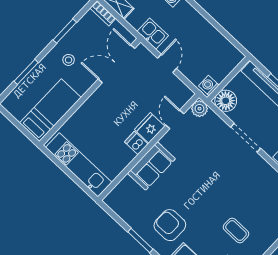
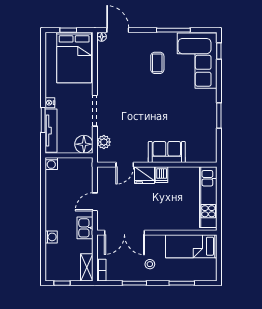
washing machine: (209, 85) -> (51, 164), moved
plant: (199, 109) -> (104, 142), moved
armchair: (170, 225) -> (192, 106), removed

